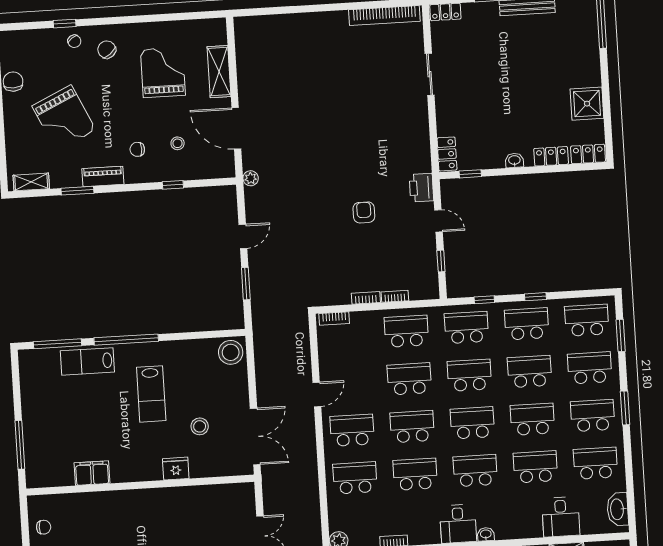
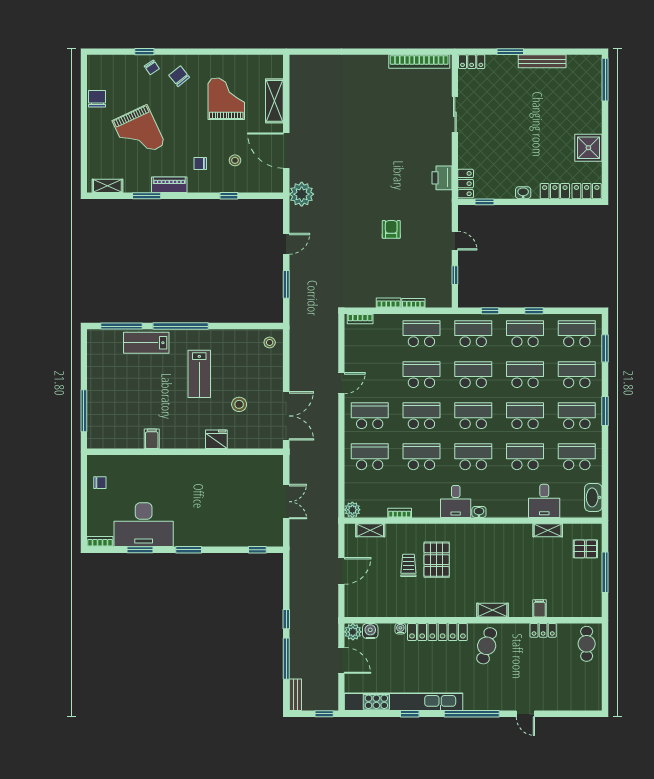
plant: (251, 178) -> (302, 194), width x1.87, depth x1.87
printer: (421, 188) -> (442, 178), moved
stool: (231, 352) -> (270, 342), width x0.53, depth x0.53
filing cabinet: (92, 473) -> (152, 439), width x0.50

